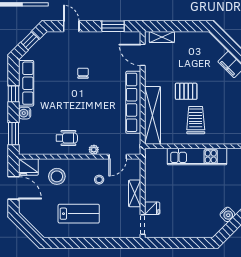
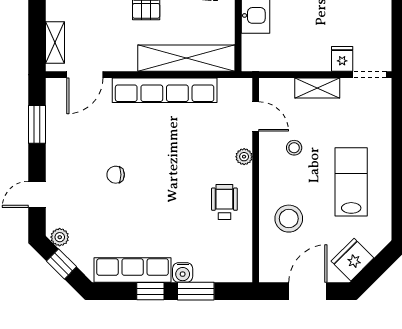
plant: (46, 40) -> (60, 237), added
window: (14, 134) -> (196, 291), moved
fridge: (28, 167) -> (352, 260), moved, turned -135

